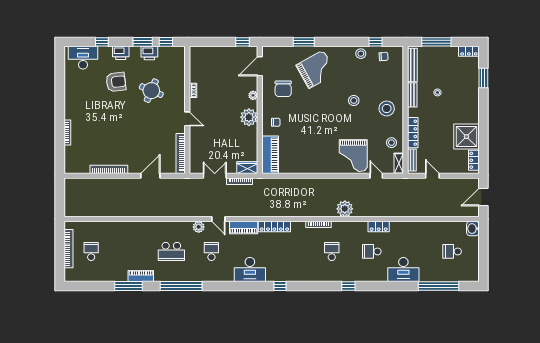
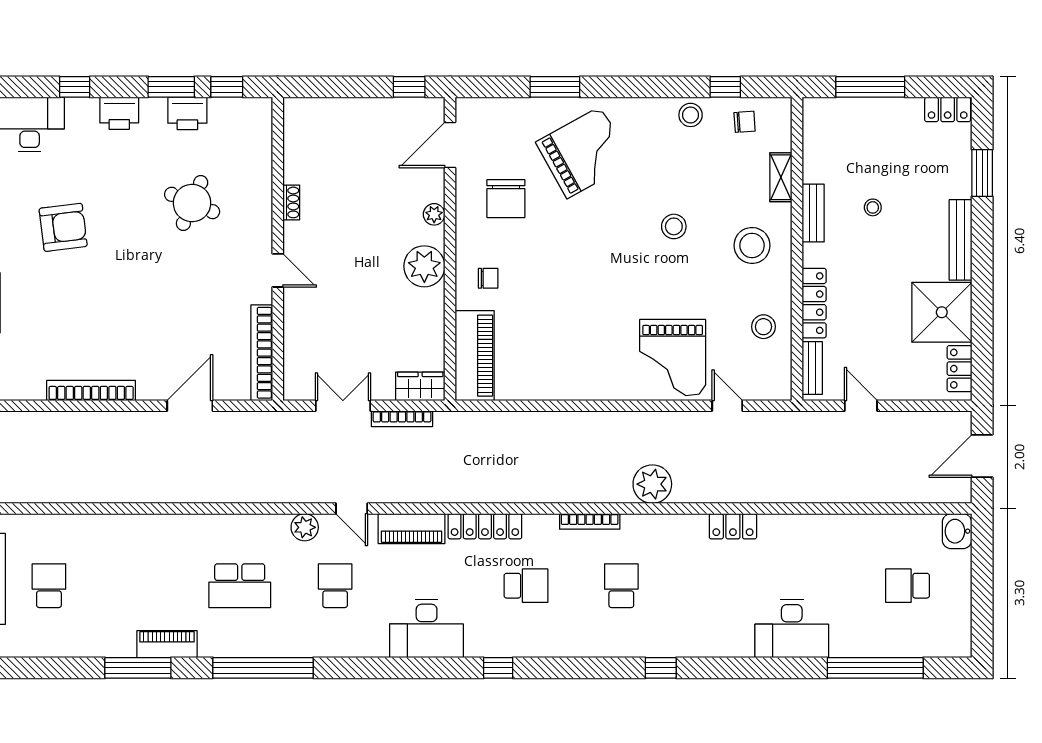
bench: (412, 65) -> (961, 240), moved
armchair: (116, 82) -> (63, 227), moved
shelving: (399, 163) -> (781, 177), moved
school desk: (372, 251) -> (526, 586), moved, turned 180

